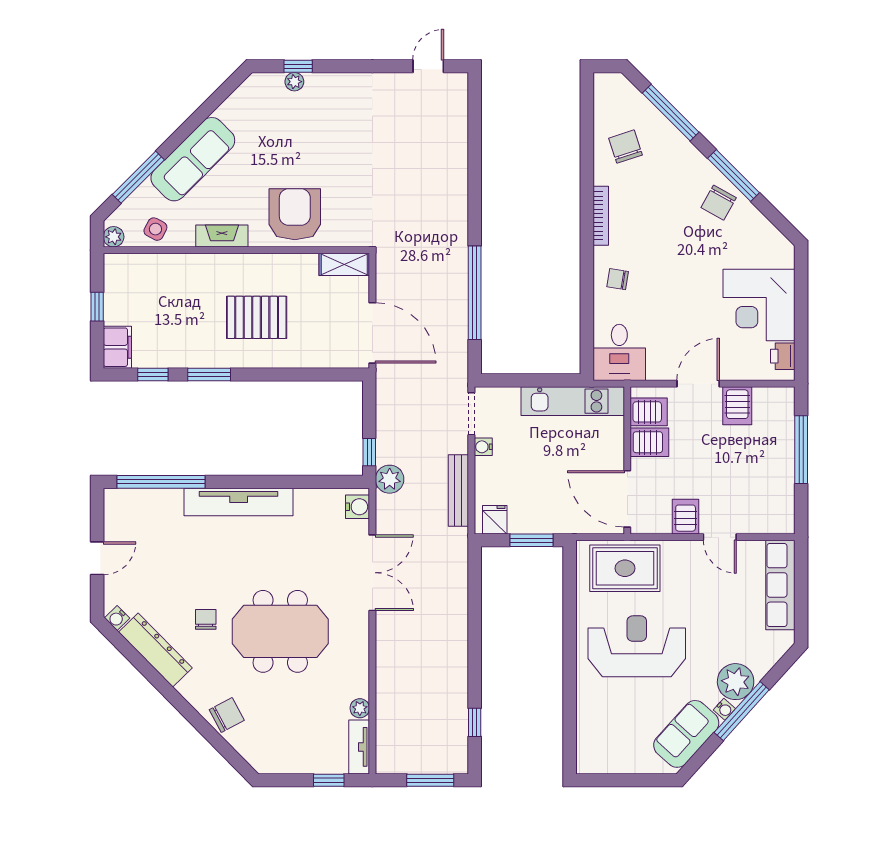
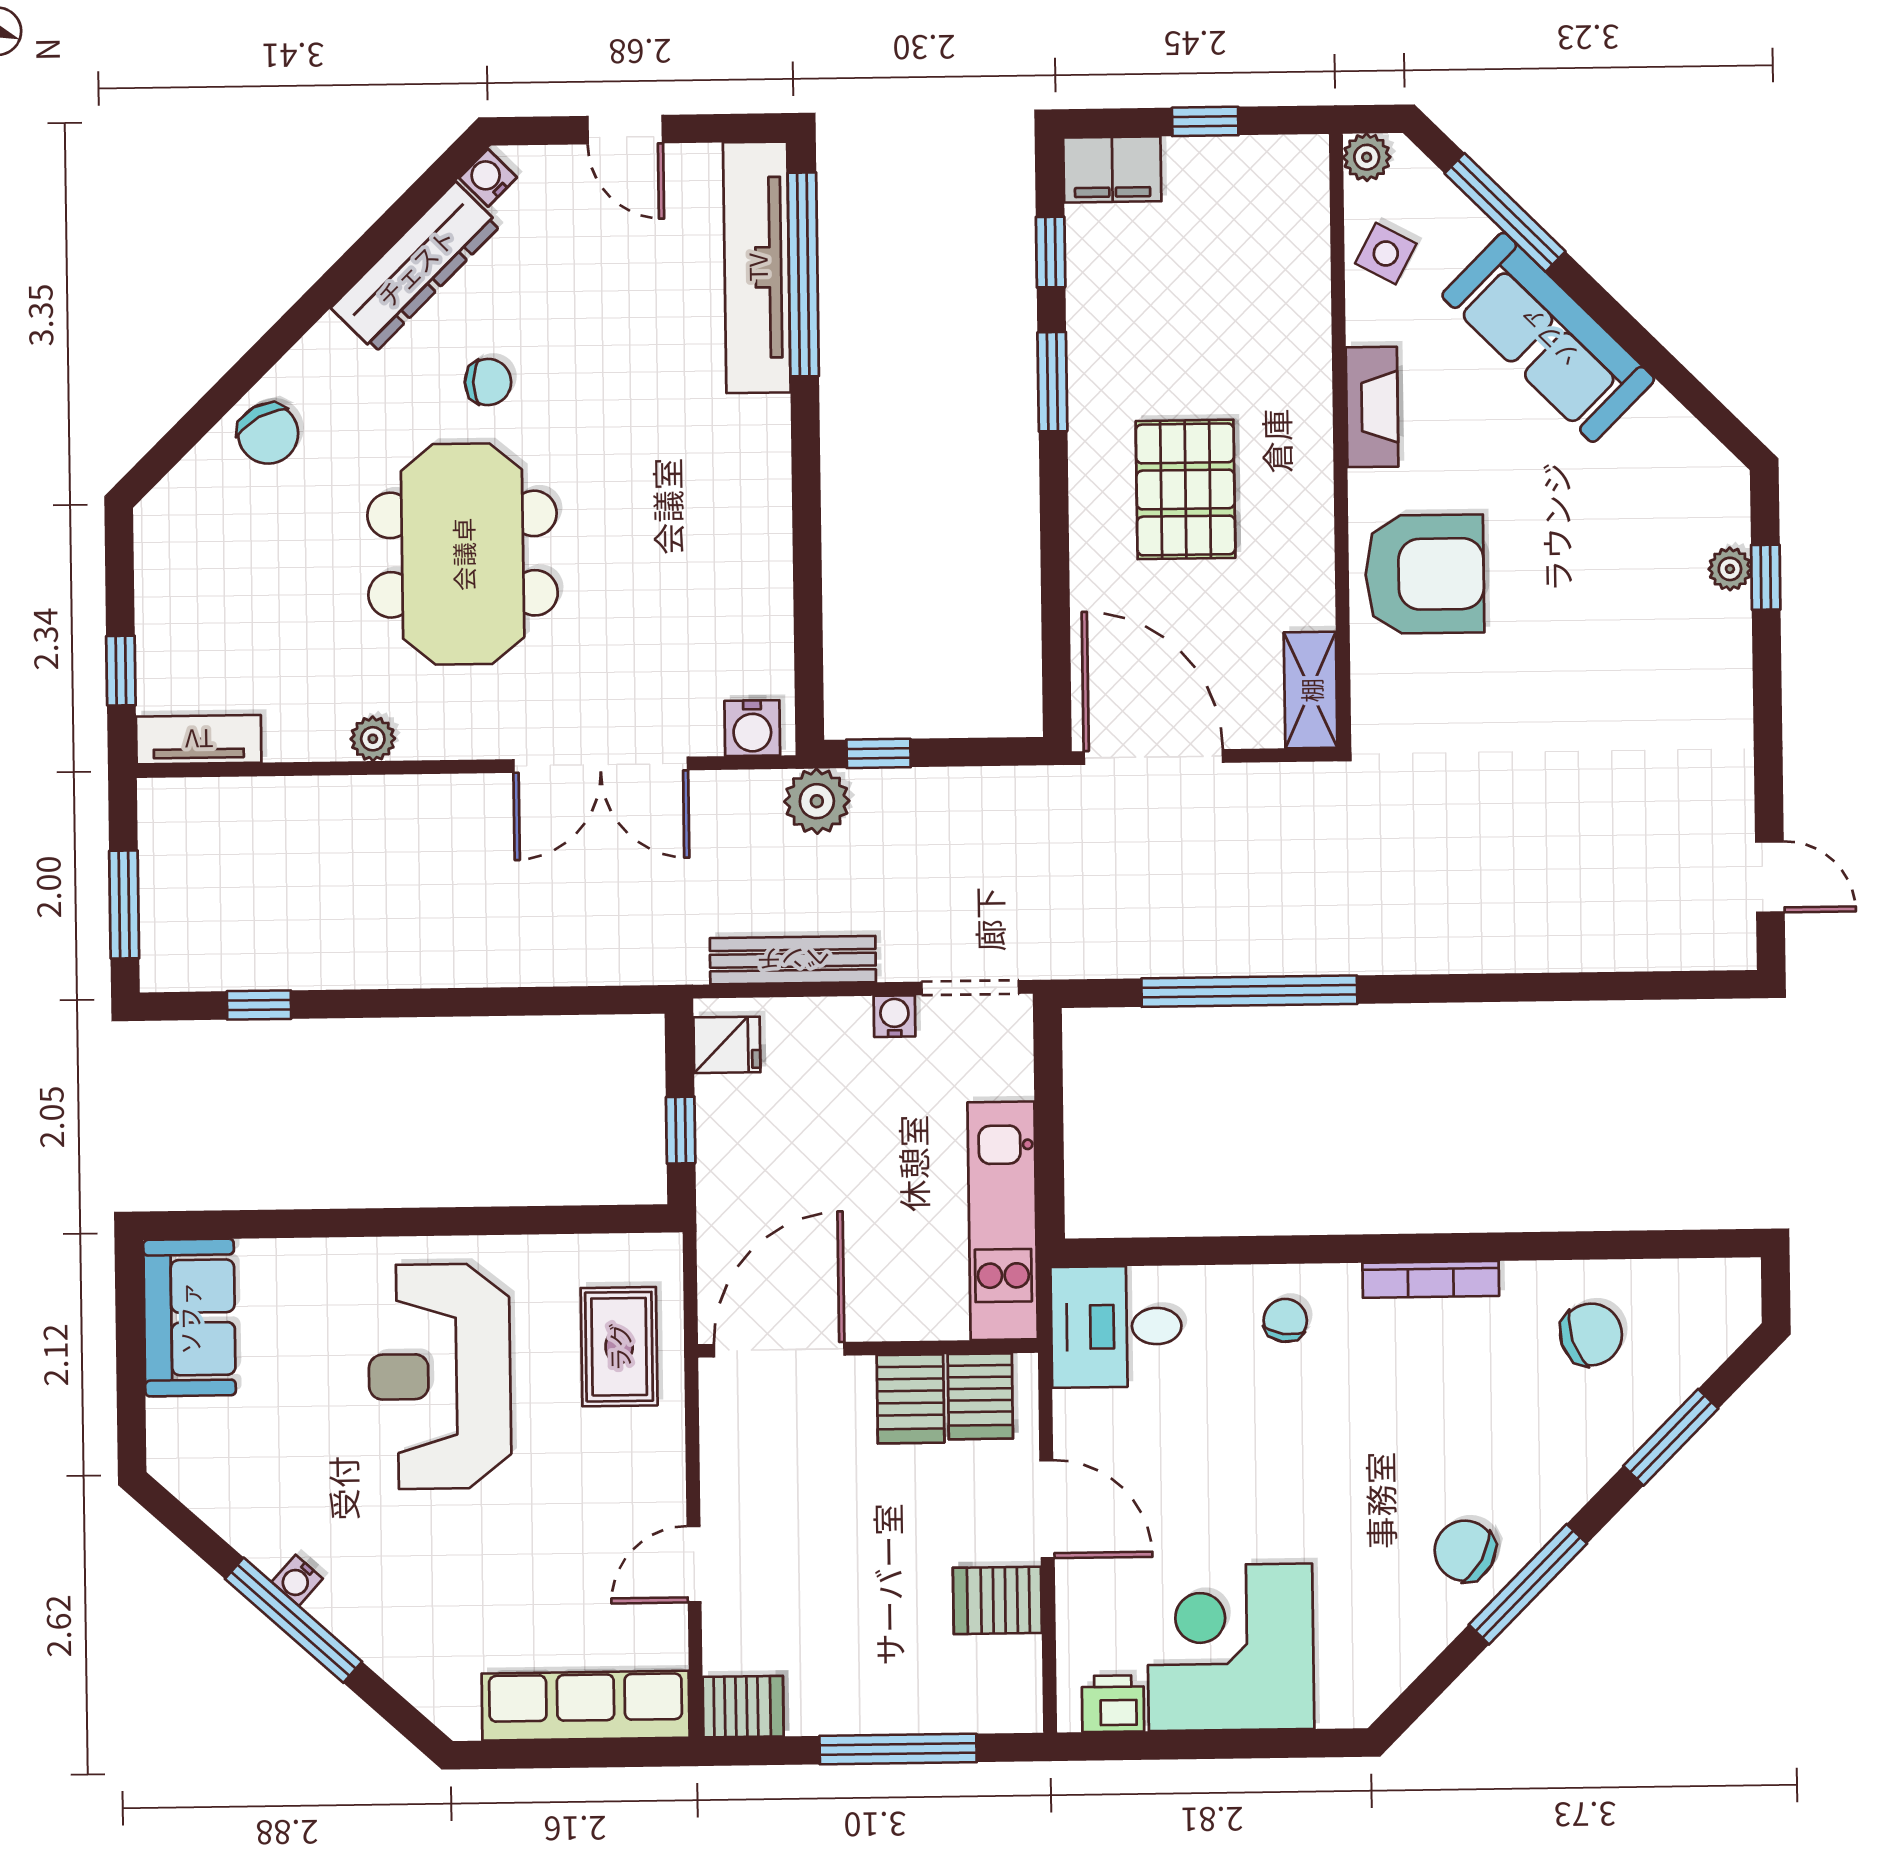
window: (671, 113) -> (1671, 1437), width x0.69
door: (372, 333) -> (1153, 757), swing flipped
tv unit: (239, 502) -> (757, 267), moved
server rack: (686, 517) -> (743, 1707), moved
window: (531, 540) -> (681, 1130), width x0.67
rug: (625, 568) -> (619, 1347), width x0.73, depth x0.70
reception desk: (637, 646) -> (440, 1376), turned 180
plant: (736, 682) -> (361, 1605), removed
plant: (360, 708) -> (373, 739), moved
sofa: (686, 734) -> (189, 1318), moved, turned 48

